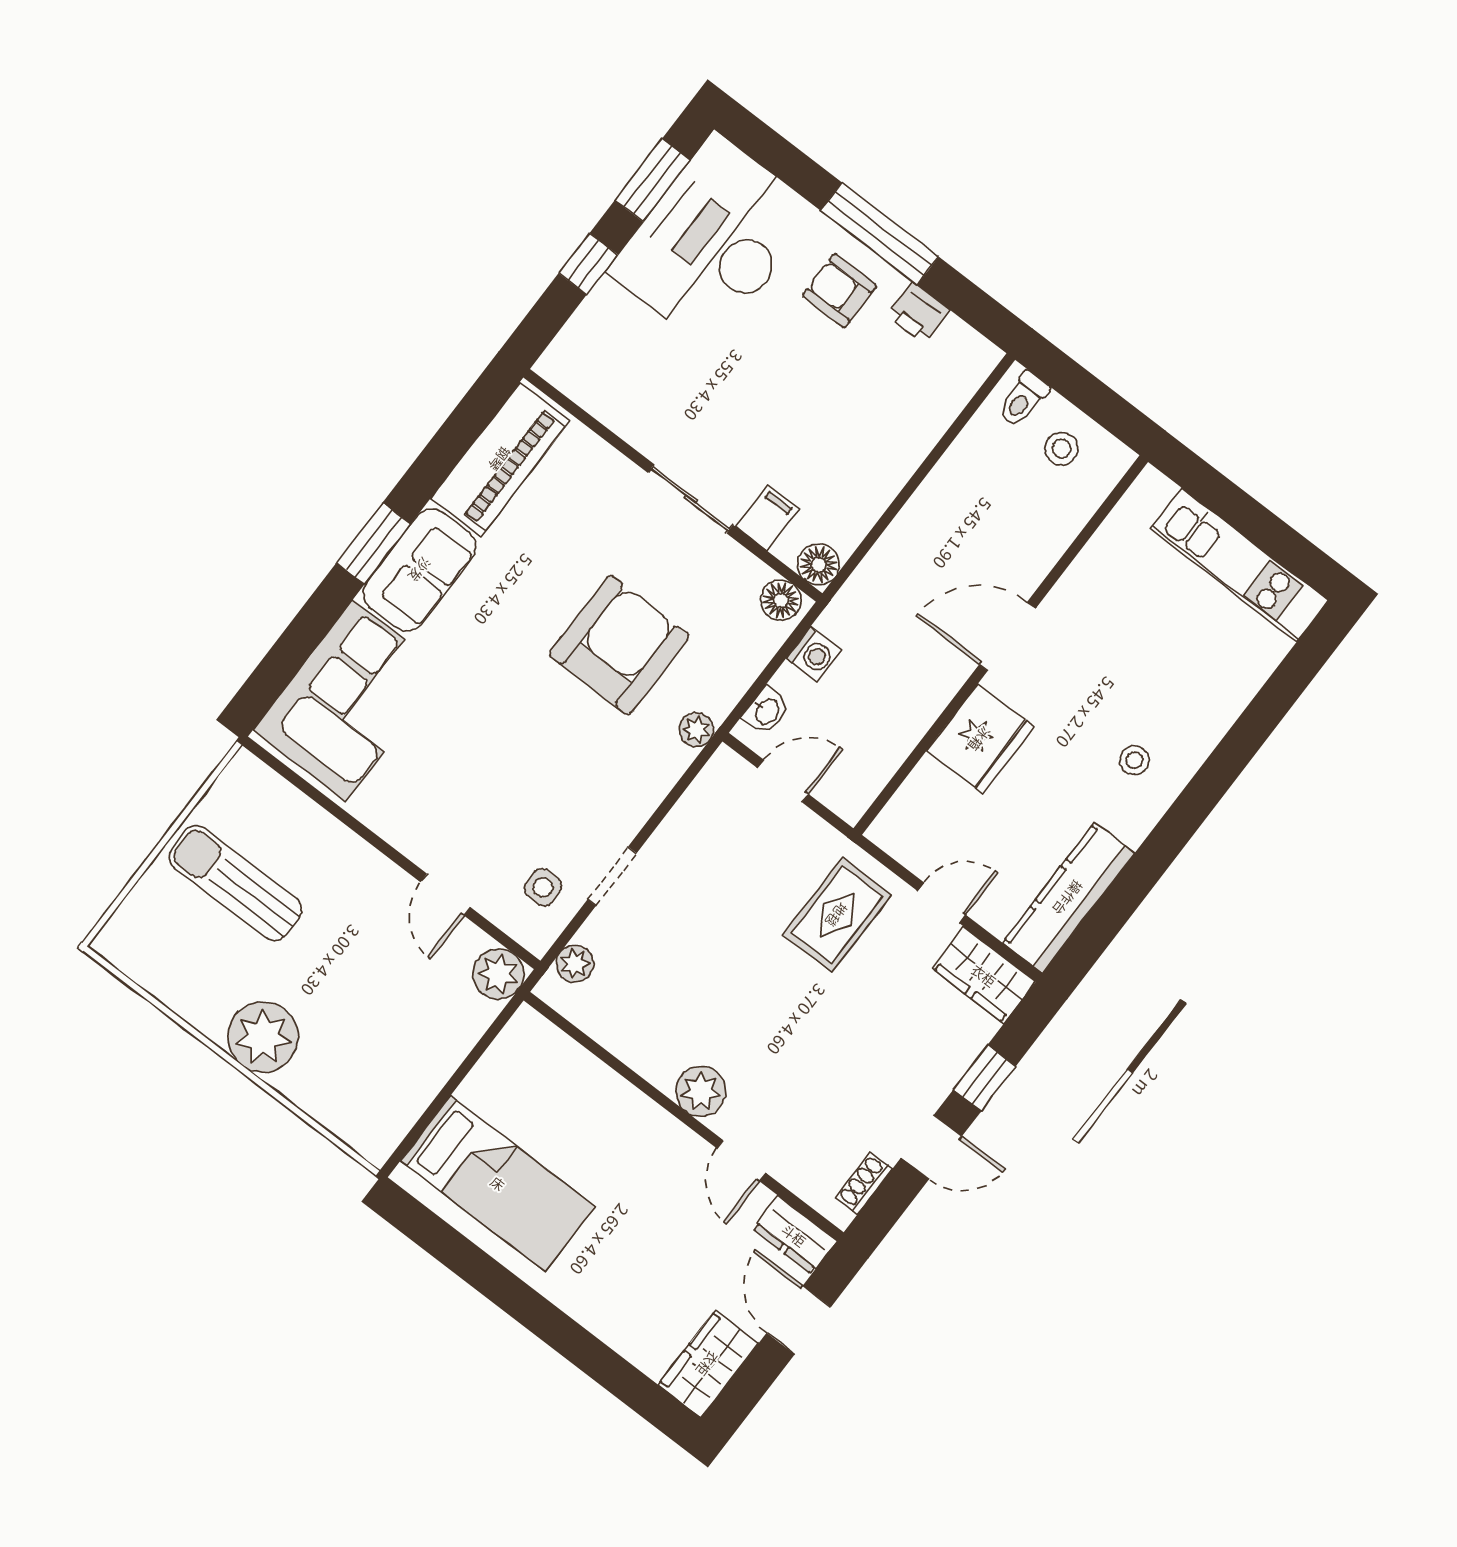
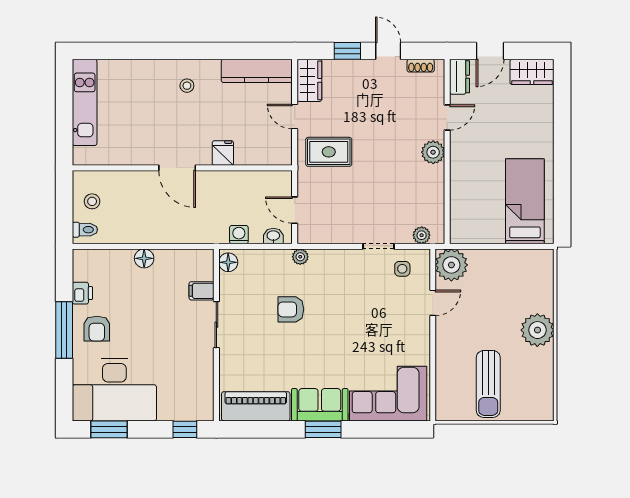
window: (588, 264) -> (185, 429), moved
floor lamp: (819, 564) -> (144, 258), moved
armchair: (619, 645) -> (291, 309), width x0.53, depth x0.53
fridge: (980, 739) -> (223, 153), width x0.53, depth x0.75
plant: (498, 974) -> (451, 265), width x1.36, depth x1.36

